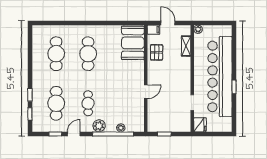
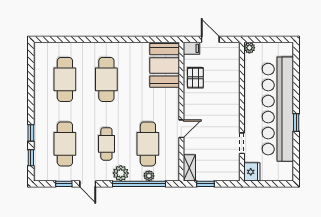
shelving: (186, 46) -> (189, 168), moved
cafe table: (120, 103) -> (148, 144), added
door: (74, 134) -> (88, 184), swing flipped

